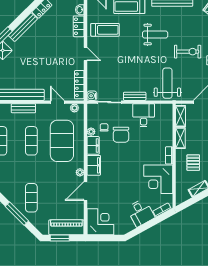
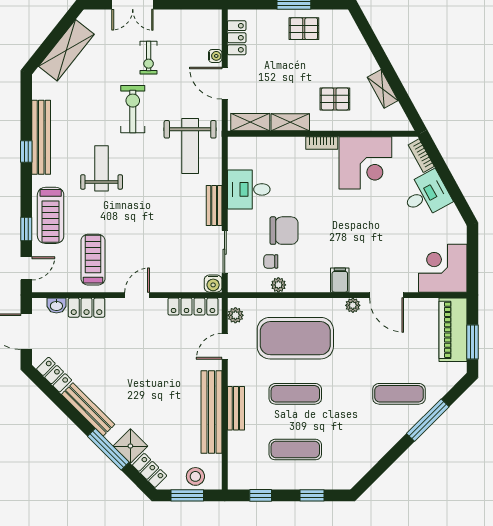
weight bench: (167, 83) -> (190, 146), turned -90
filing cabinet: (93, 145) -> (304, 281), removed
filing cabinet: (94, 165) -> (340, 280), width x0.50

